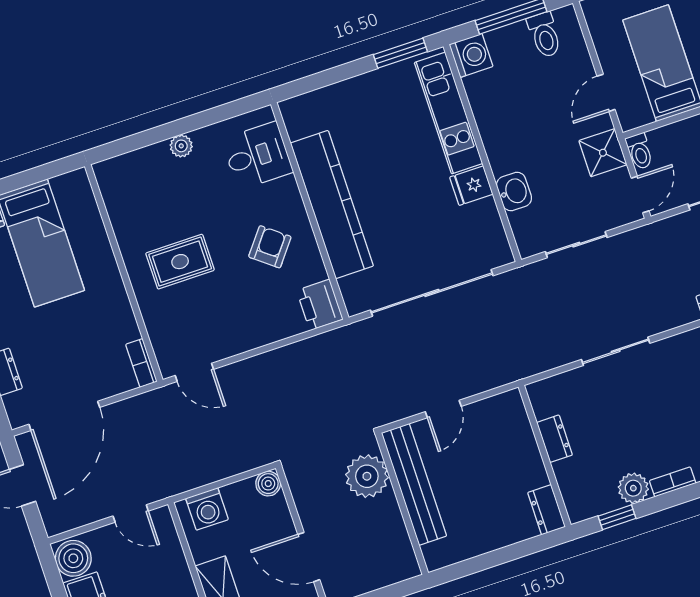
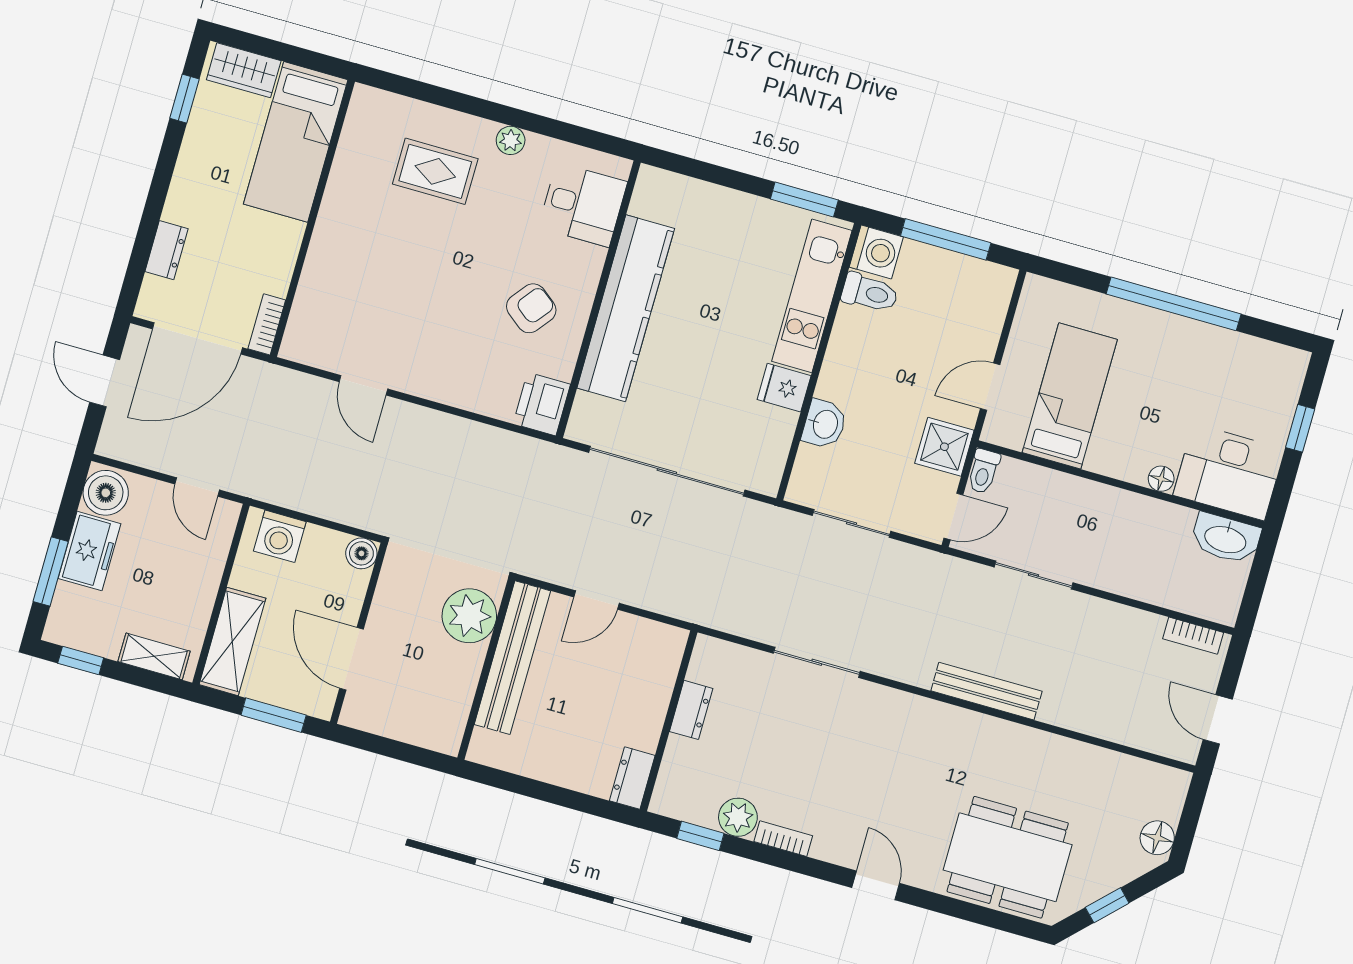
toilet: (544, 35) -> (870, 293), moved, turned -90
rug: (180, 262) -> (435, 171), moved
wall: (124, 273) -> (312, 218), moved
bookcase: (141, 363) -> (267, 324), moved

